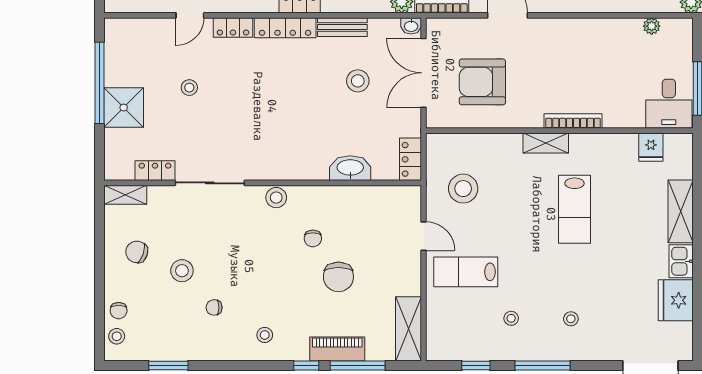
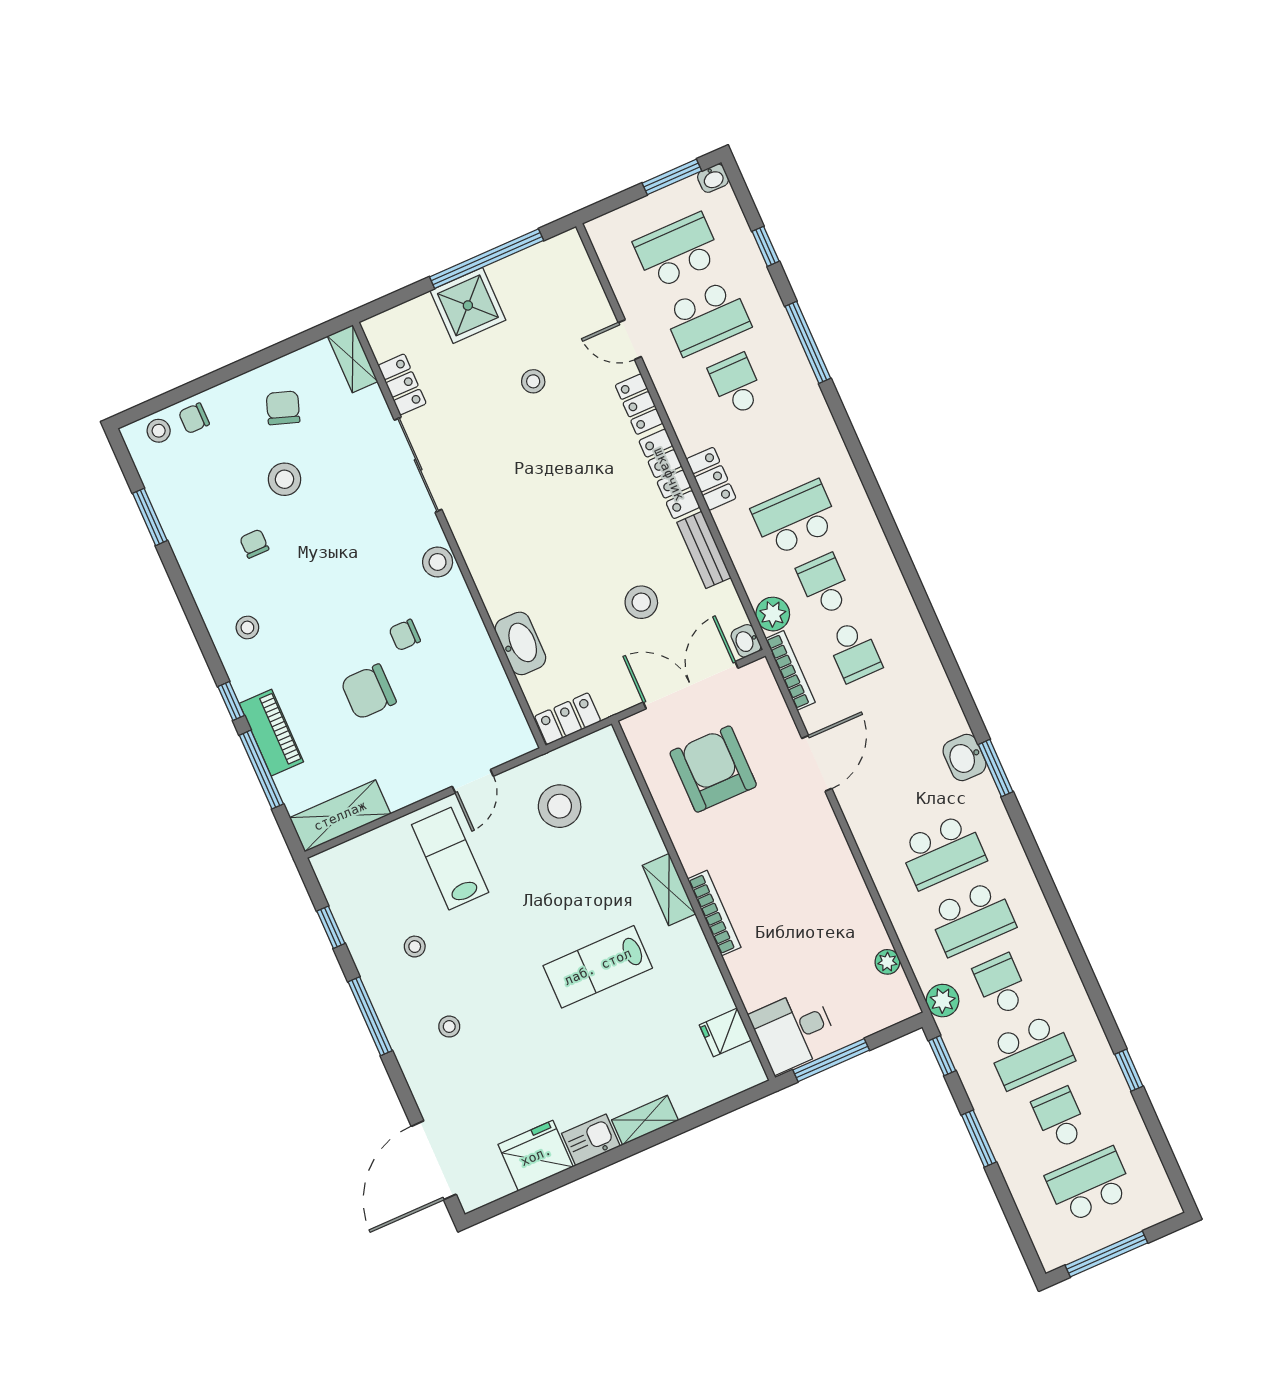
shelving: (681, 211) -> (645, 1120), width x0.67, depth x0.75

